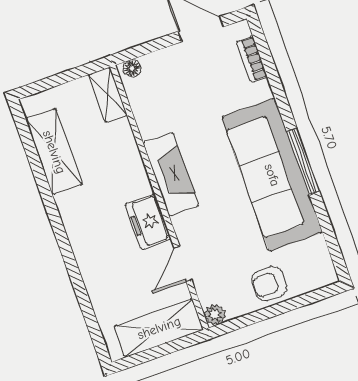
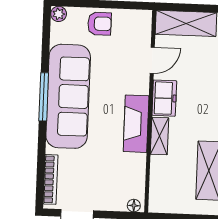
bookcase: (252, 59) -> (51, 179), width x1.56
shelving: (108, 95) -> (160, 136), moved
plant: (215, 315) -> (59, 14), moved

